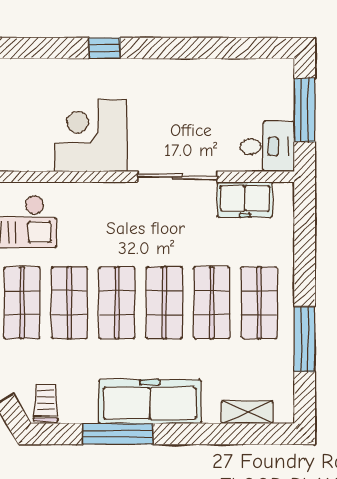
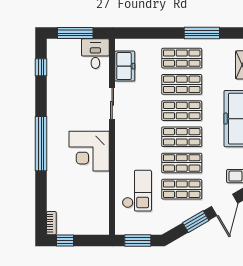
window: (105, 48) -> (41, 144), width x3.17
window: (243, 48) -> (41, 67), added
sliding door: (177, 177) -> (112, 103), width x0.73

